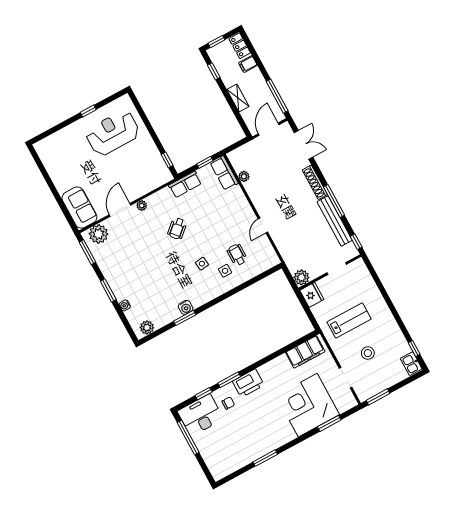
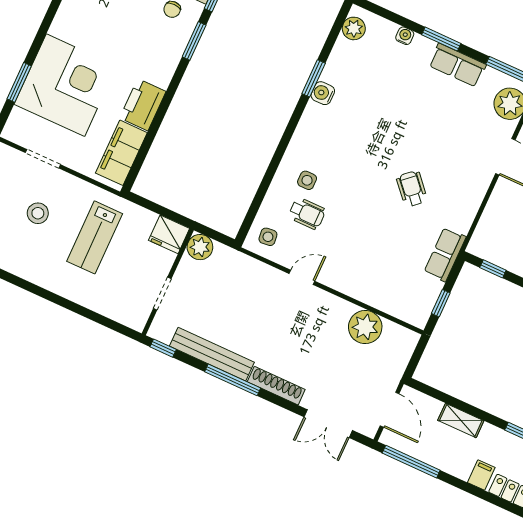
row of seats: (224, 173) -> (457, 65), moved, turned 180
plant: (244, 176) -> (365, 327), width x1.88, depth x1.88
plant: (142, 206) -> (481, 184), removed
door: (263, 226) -> (302, 277), hinge flipped
side table: (202, 264) -> (268, 237), moved
printer: (248, 383) -> (143, 105), moved

